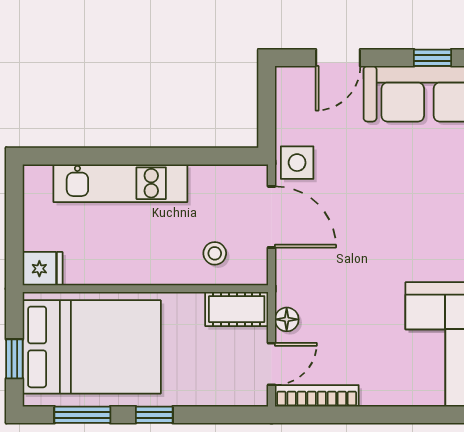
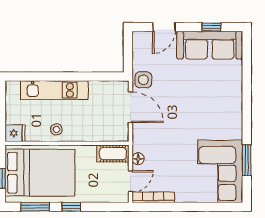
stool: (215, 253) -> (56, 129), moved

